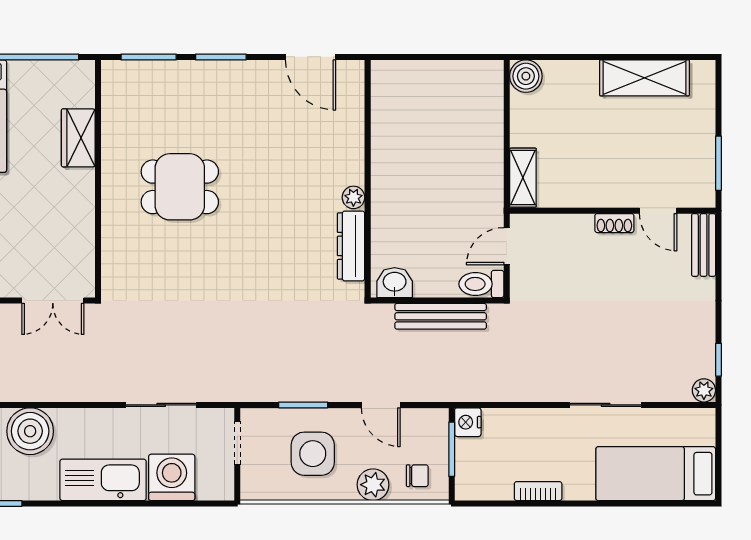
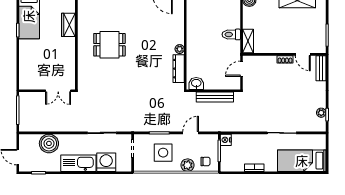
toilet: (481, 284) -> (231, 34), moved
plant: (704, 390) -> (321, 113), moved
door: (381, 405) -> (191, 133), swing flipped

